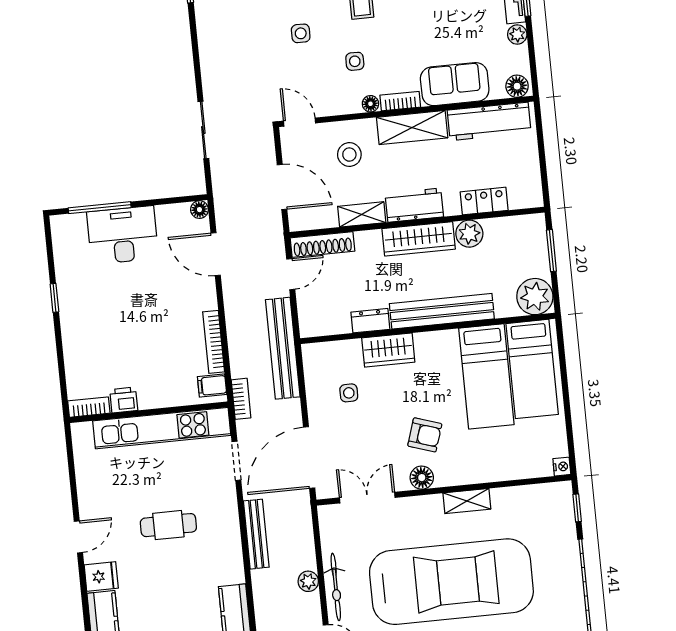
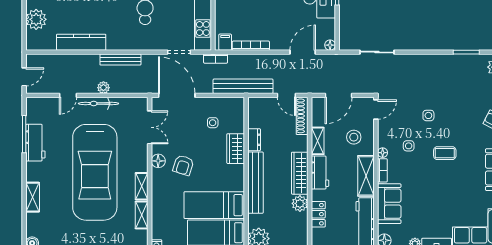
shelving: (515, 496) -> (142, 215), added
bench: (256, 534) -> (120, 60), moved

